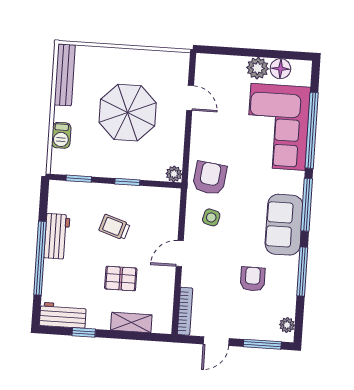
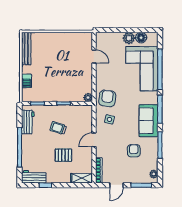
parasol: (128, 113) -> (61, 66), removed
workbench: (57, 236) -> (28, 122), moved
shelving: (131, 322) -> (82, 178), moved

